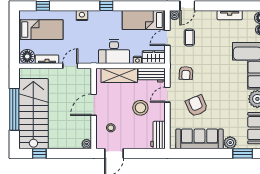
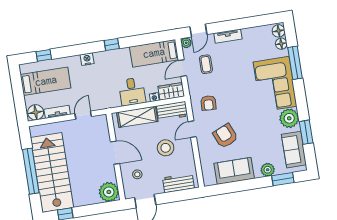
tv unit: (230, 15) -> (228, 36), moved
desk: (114, 52) -> (132, 92), width x0.73
door: (94, 105) -> (115, 153), swing flipped
workbench: (158, 135) -> (178, 183), moved, turned 90
sofa: (200, 139) -> (234, 171), width x0.73
plant: (87, 144) -> (109, 192), width x1.88, depth x1.88

